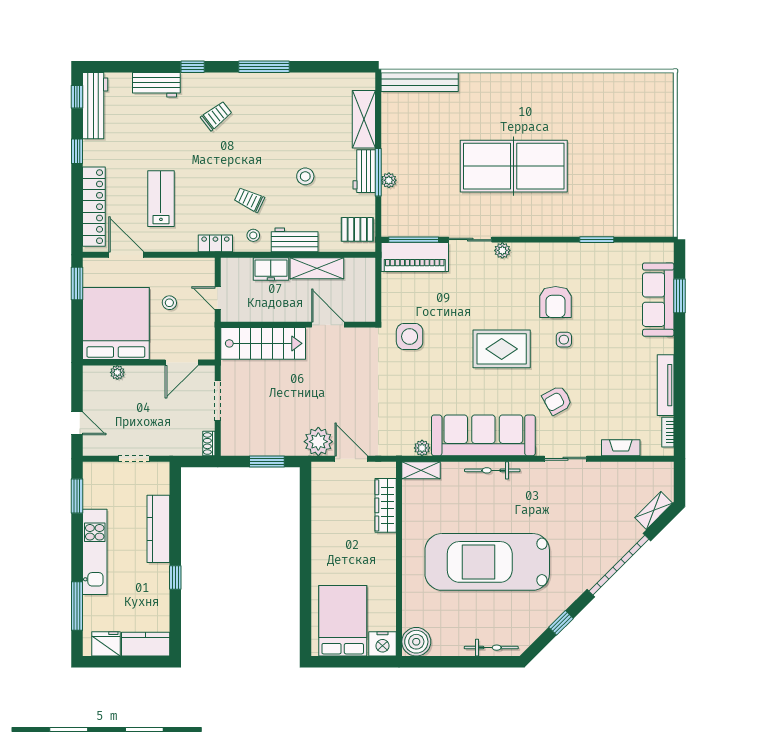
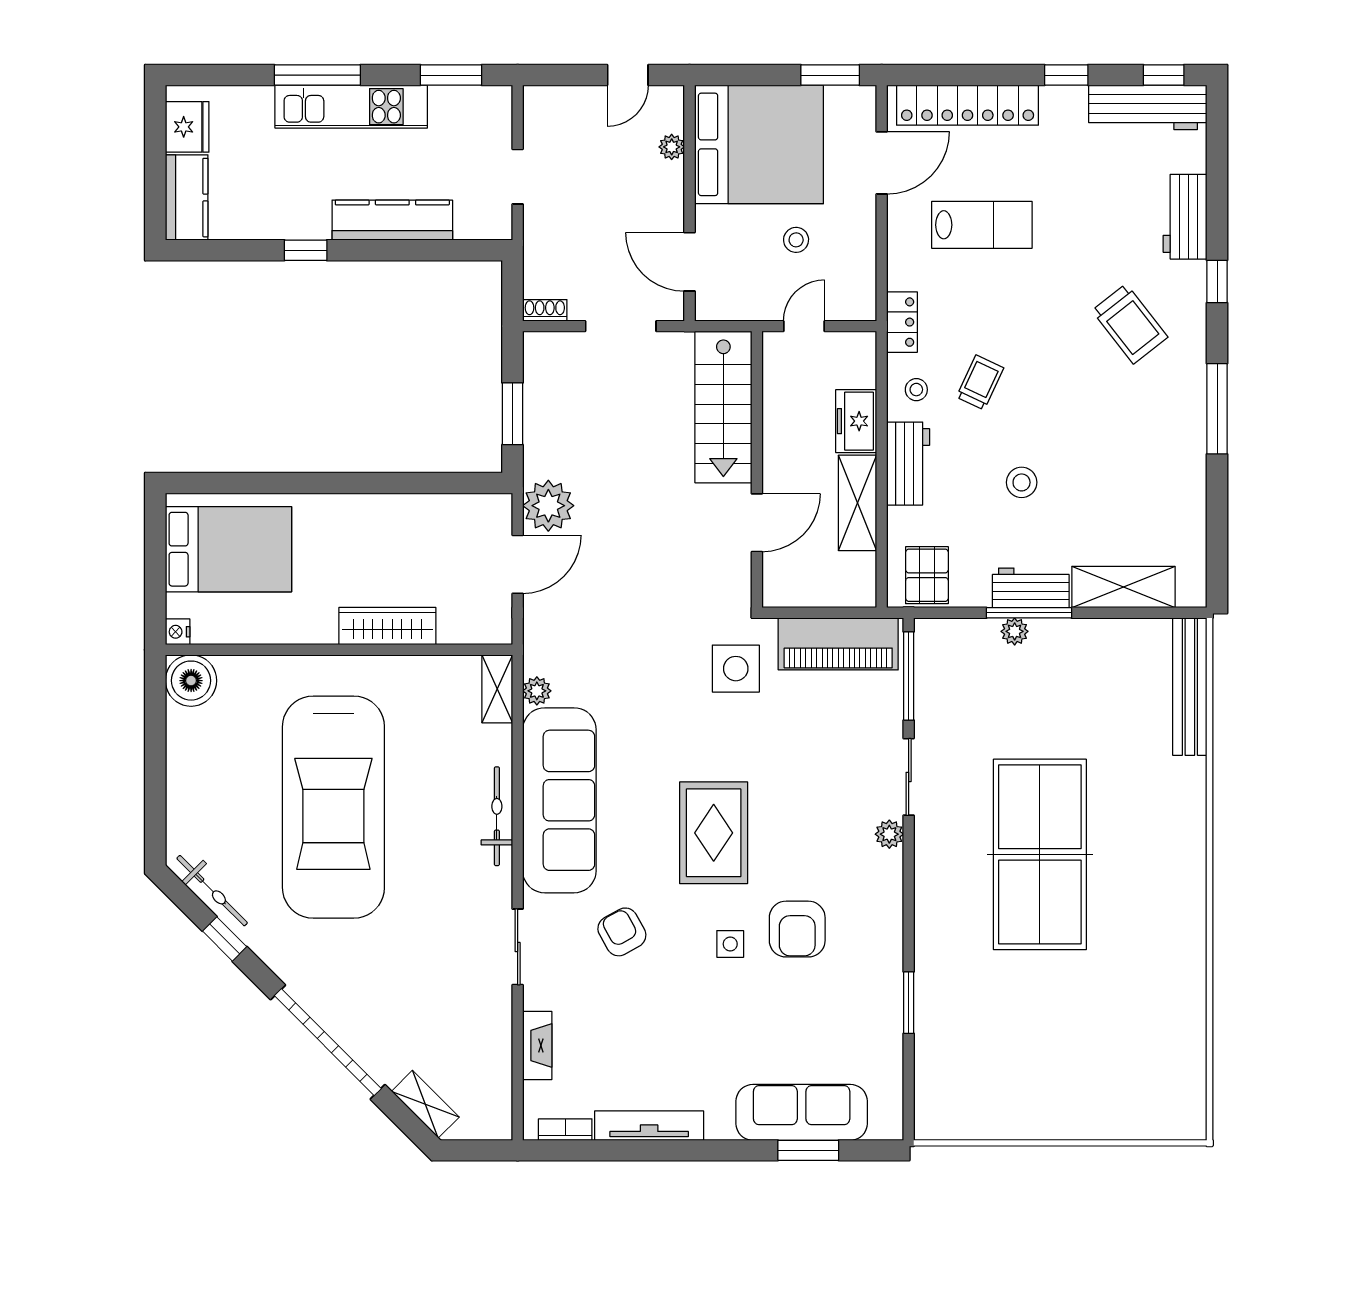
trolley: (216, 116) -> (1130, 324), width x1.36, depth x1.39
piano: (415, 257) -> (838, 644), moved, turned -90
armchair: (556, 302) -> (797, 929), turned -90
door: (77, 423) -> (628, 75), moved
wardrobe: (386, 505) -> (387, 626), moved
car: (487, 562) -> (333, 807), turned 180
window: (77, 606) -> (317, 75), moved
nightstand: (383, 644) -> (178, 632), width x0.53, depth x0.56
bicycle: (491, 648) -> (212, 891), moved, turned -45

